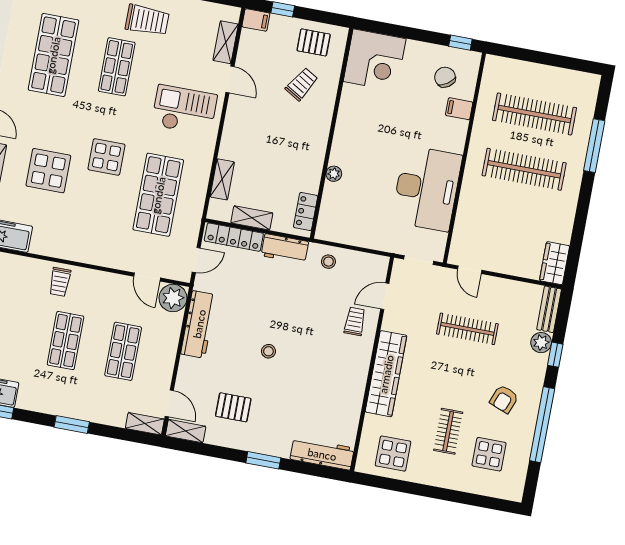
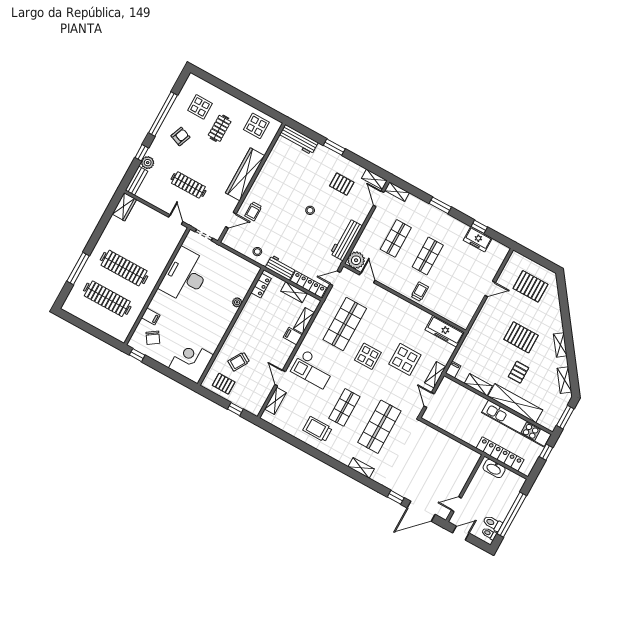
filing cabinet: (256, 20) -> (293, 336), moved

